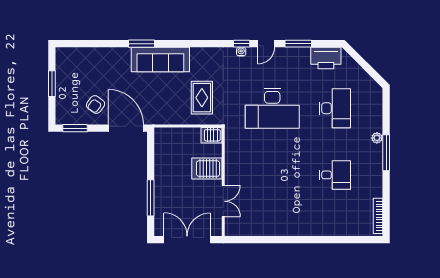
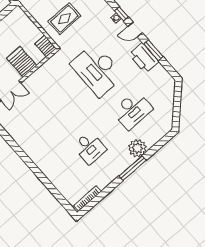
printer: (326, 58) -> (144, 58), moved
plant: (377, 138) -> (137, 148), width x1.88, depth x1.88

